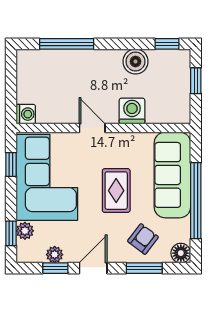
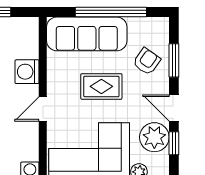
armchair: (143, 239) -> (147, 61), turned 88
floor lamp: (181, 253) -> (160, 26), removed
plant: (55, 255) -> (154, 137), width x1.87, depth x1.87

